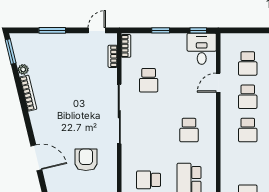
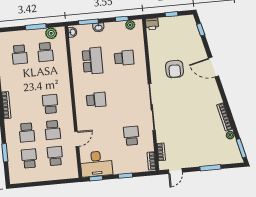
desk: (202, 49) -> (96, 164), width x1.37
school desk: (248, 97) -> (53, 130), turned 180
school desk: (189, 130) -> (96, 100), turned 90

